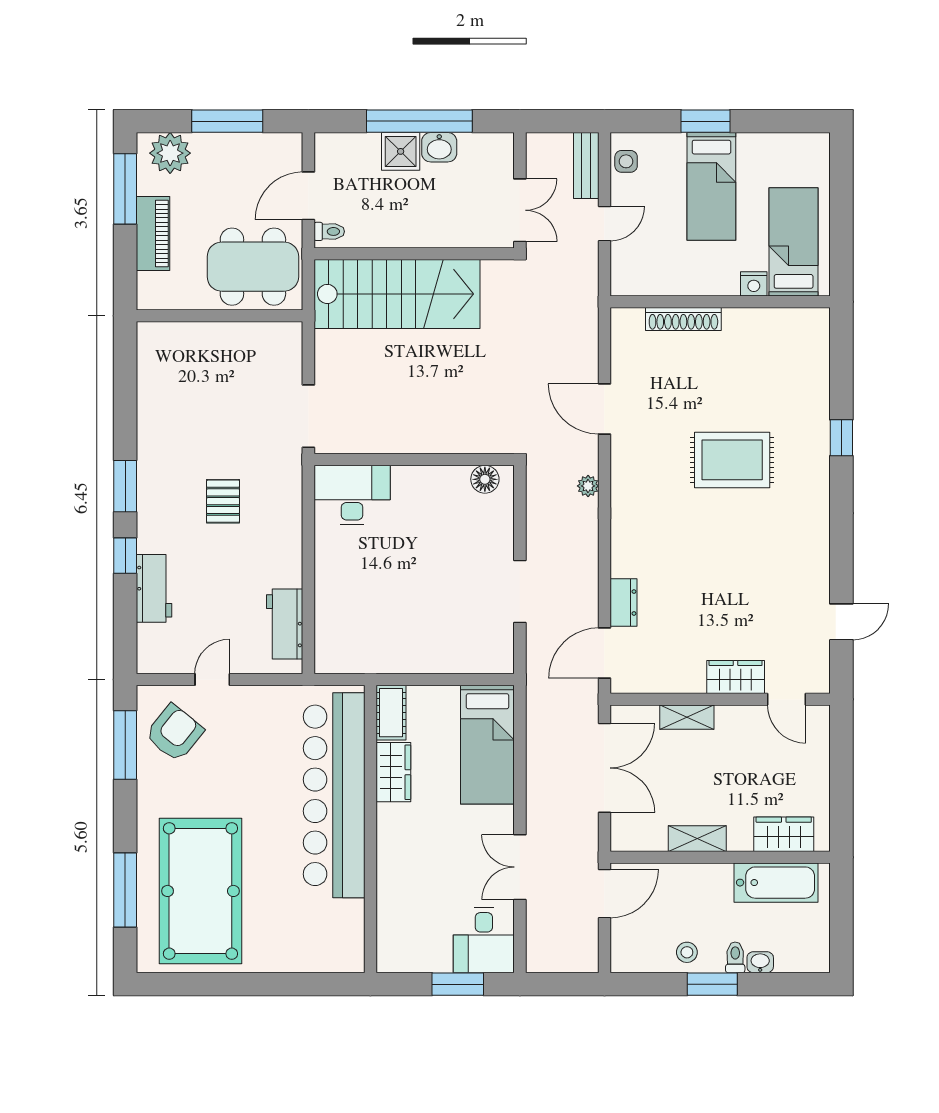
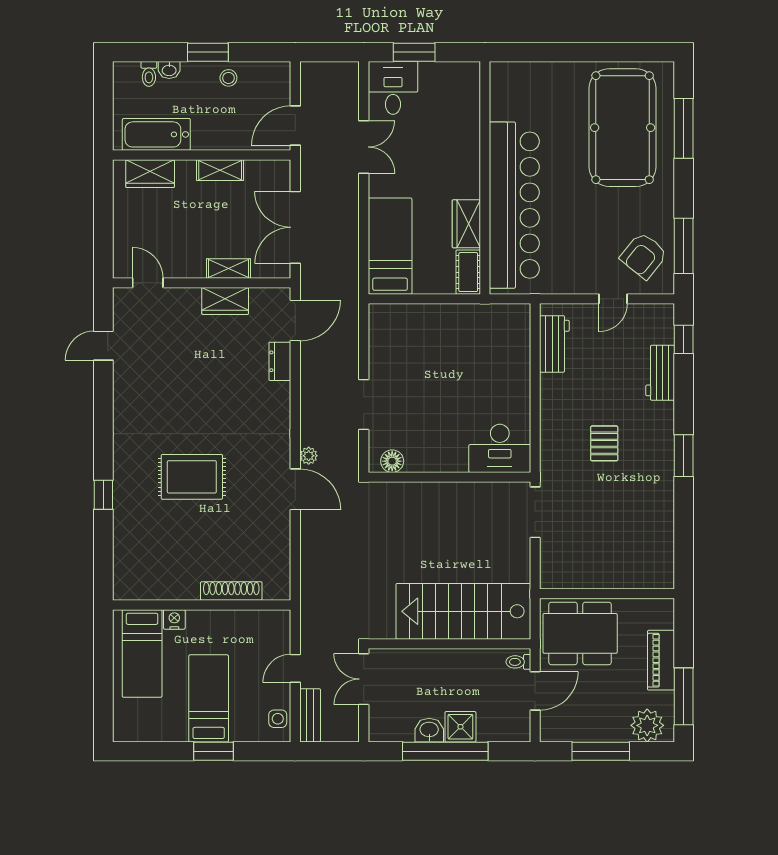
door: (604, 409) -> (295, 489), moved
window: (125, 556) -> (684, 339), moved
doorway: (520, 591) -> (364, 404), moved
wardrobe: (736, 677) -> (225, 301), moved
toilet: (735, 957) -> (149, 74), moved

